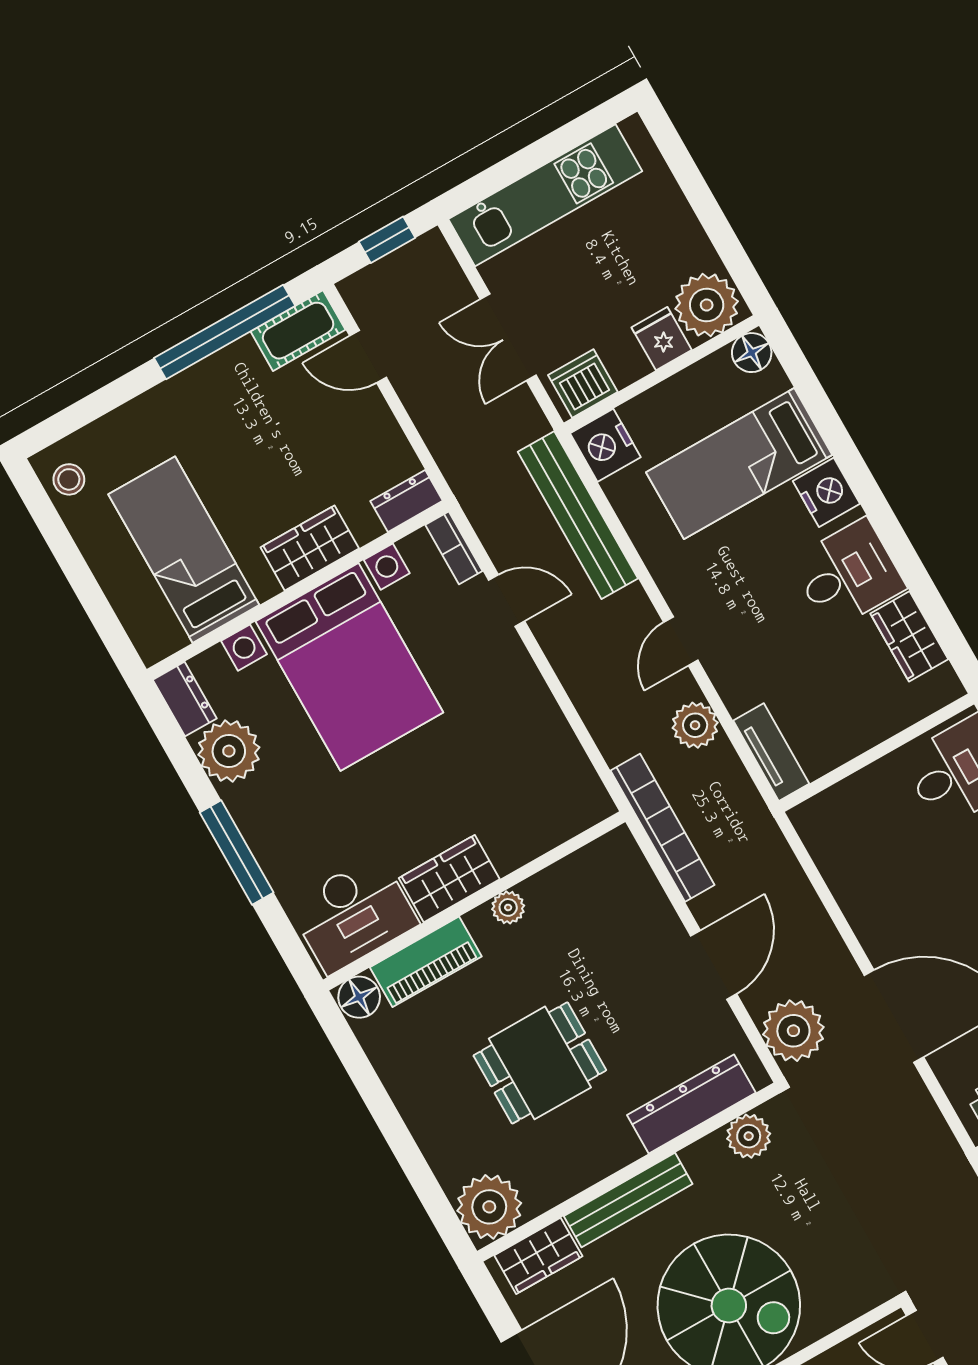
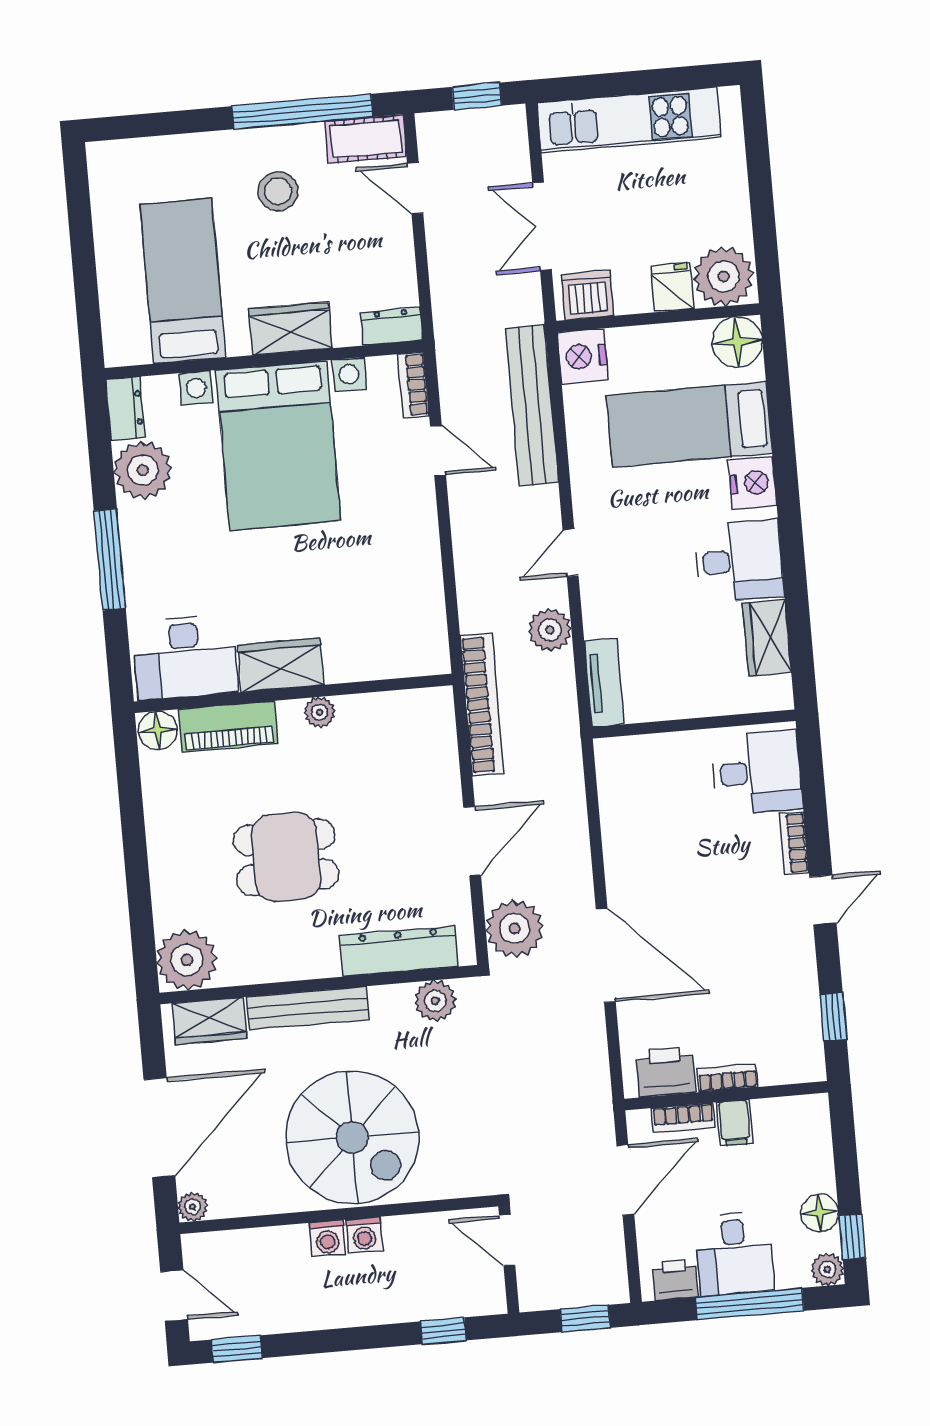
floor lamp: (752, 353) -> (737, 342), width x1.38, depth x1.38
stool: (69, 479) -> (278, 191), moved, width x1.37, depth x1.37

